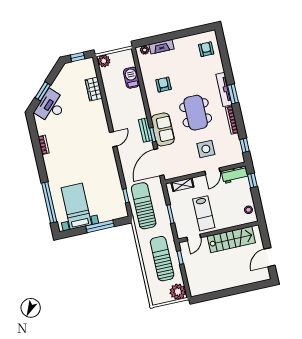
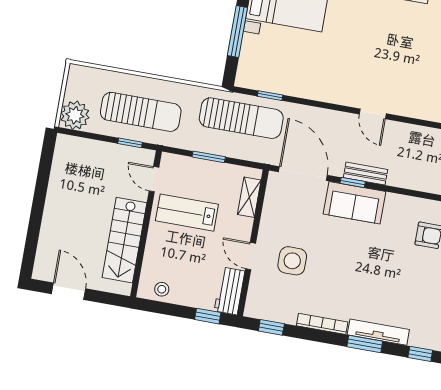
window: (226, 63) -> (420, 354), added
dining table: (196, 113) -> (360, 269), removed

